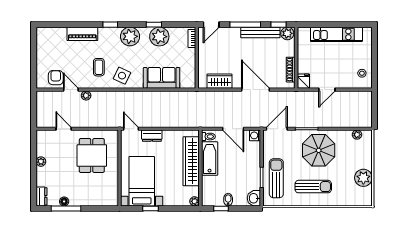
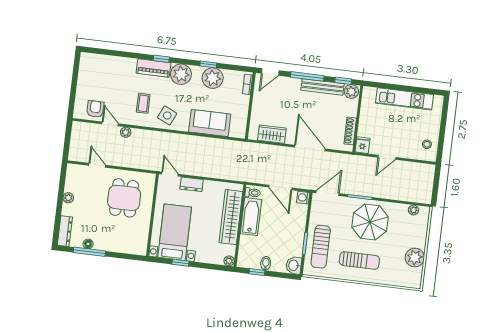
piano: (82, 34) -> (154, 68), moved
sun lounger: (276, 178) -> (321, 247), turned 180
dresser: (42, 196) -> (65, 231), width x1.44

